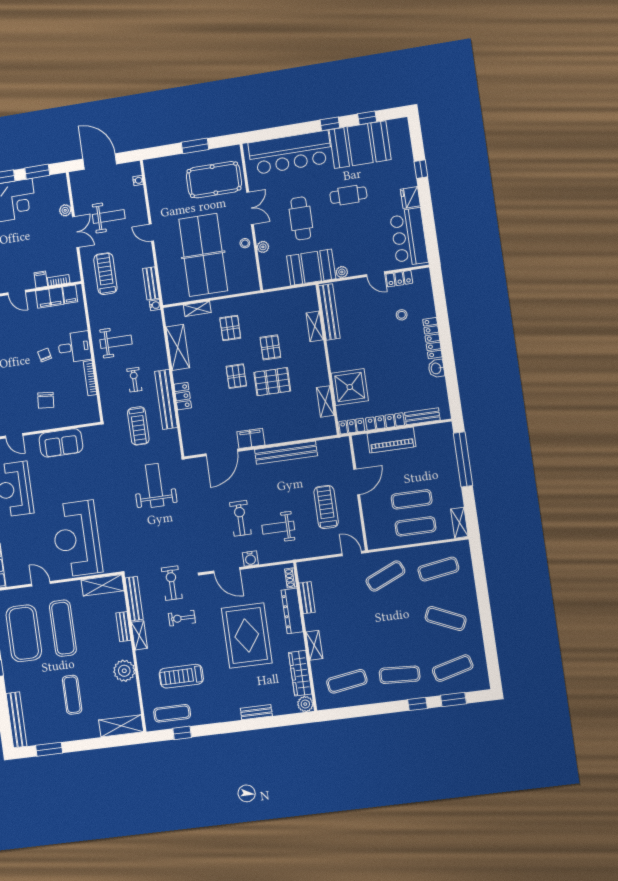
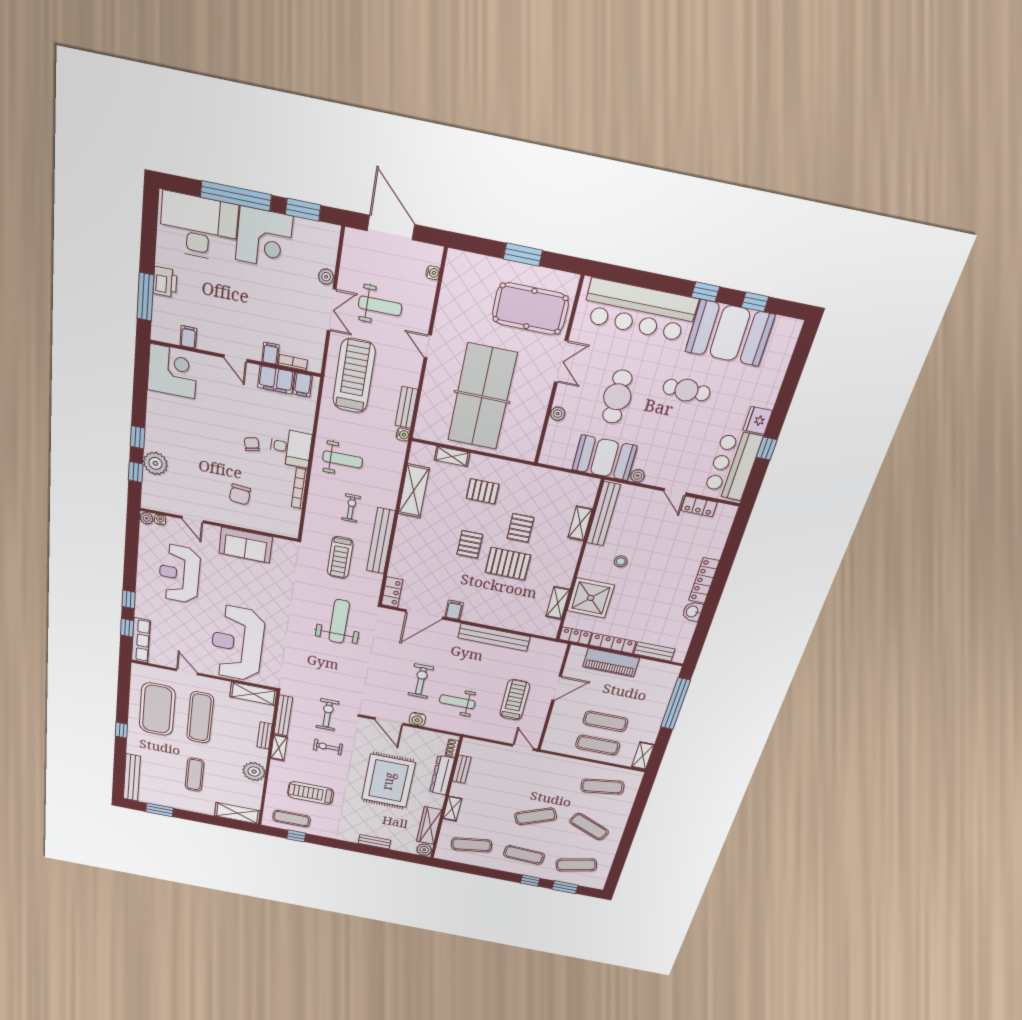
window: (421, 169) -> (767, 448), moved
stool: (245, 243) -> (538, 401), removed
treadmill: (105, 274) -> (354, 376), width x1.37, depth x1.38
stool: (402, 315) -> (621, 561), moved
pallet: (230, 328) -> (483, 491), turned 90
locker: (183, 396) -> (392, 592), moved
filing cabinet: (251, 438) -> (454, 610), width x0.50
exercise mat: (385, 576) -> (536, 816), moved

